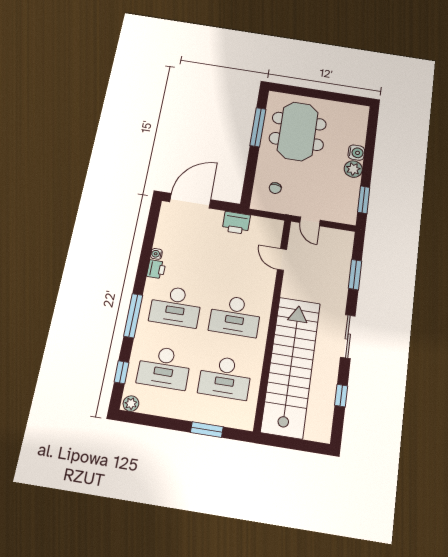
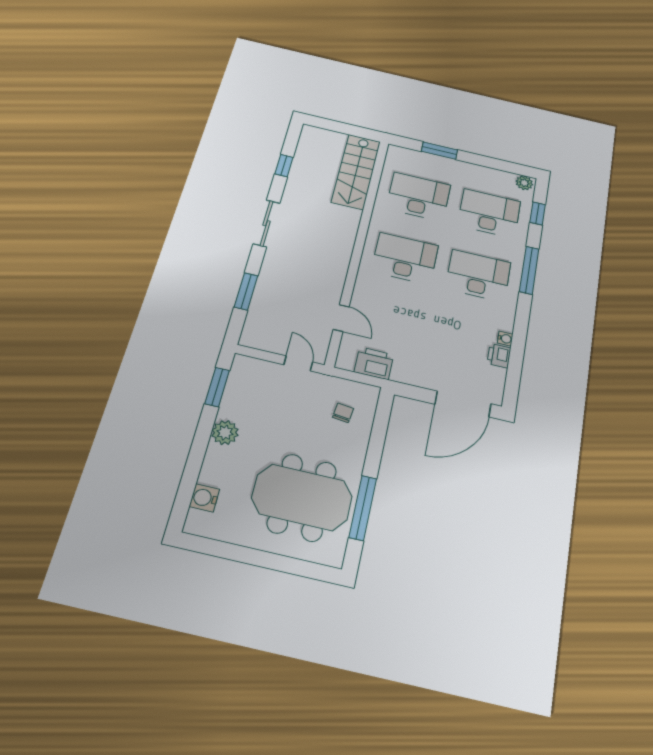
meeting table: (298, 131) -> (302, 497), turned 90
water cooler: (356, 153) -> (204, 498), moved
printer: (236, 223) -> (374, 363), moved
printer: (156, 269) -> (499, 356), moved
stairs: (291, 367) -> (356, 172), width x0.54, depth x0.66

